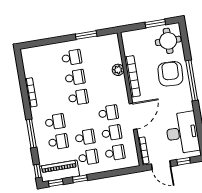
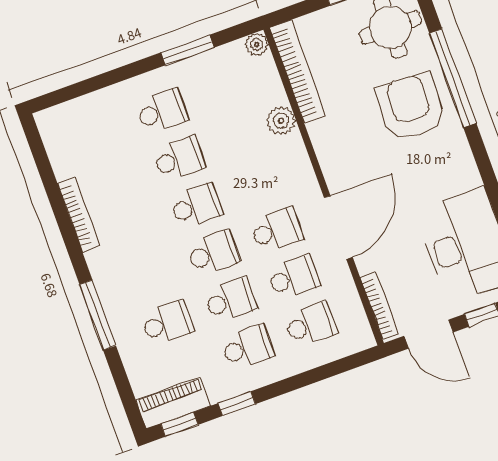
plant: (114, 38) -> (257, 44), added
bookcase: (132, 76) -> (298, 72), moved
window: (192, 80) -> (453, 78), moved
school desk: (55, 122) -> (213, 253), moved
window: (38, 171) -> (130, 404), removed
piano: (60, 171) -> (173, 403), width x0.73, depth x0.75

